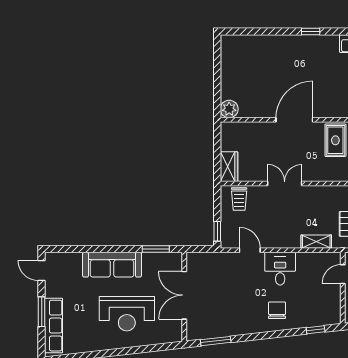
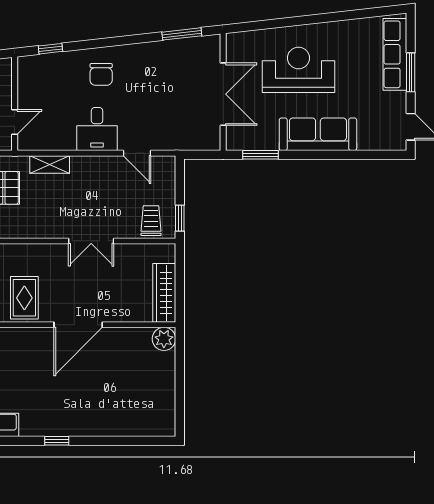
wardrobe: (229, 167) -> (164, 293), moved, width x1.50
window: (217, 231) -> (180, 218), moved

